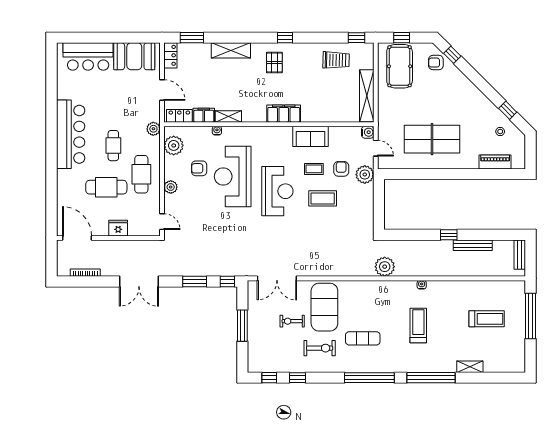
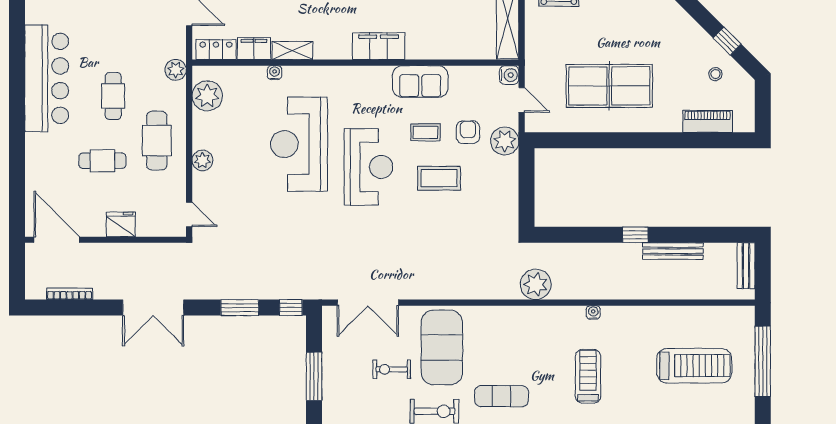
armchair: (199, 168) -> (247, 131), removed
cafe table: (106, 187) -> (102, 161), width x0.73, depth x0.74
treadmill: (487, 319) -> (694, 366), width x1.37, depth x1.38

